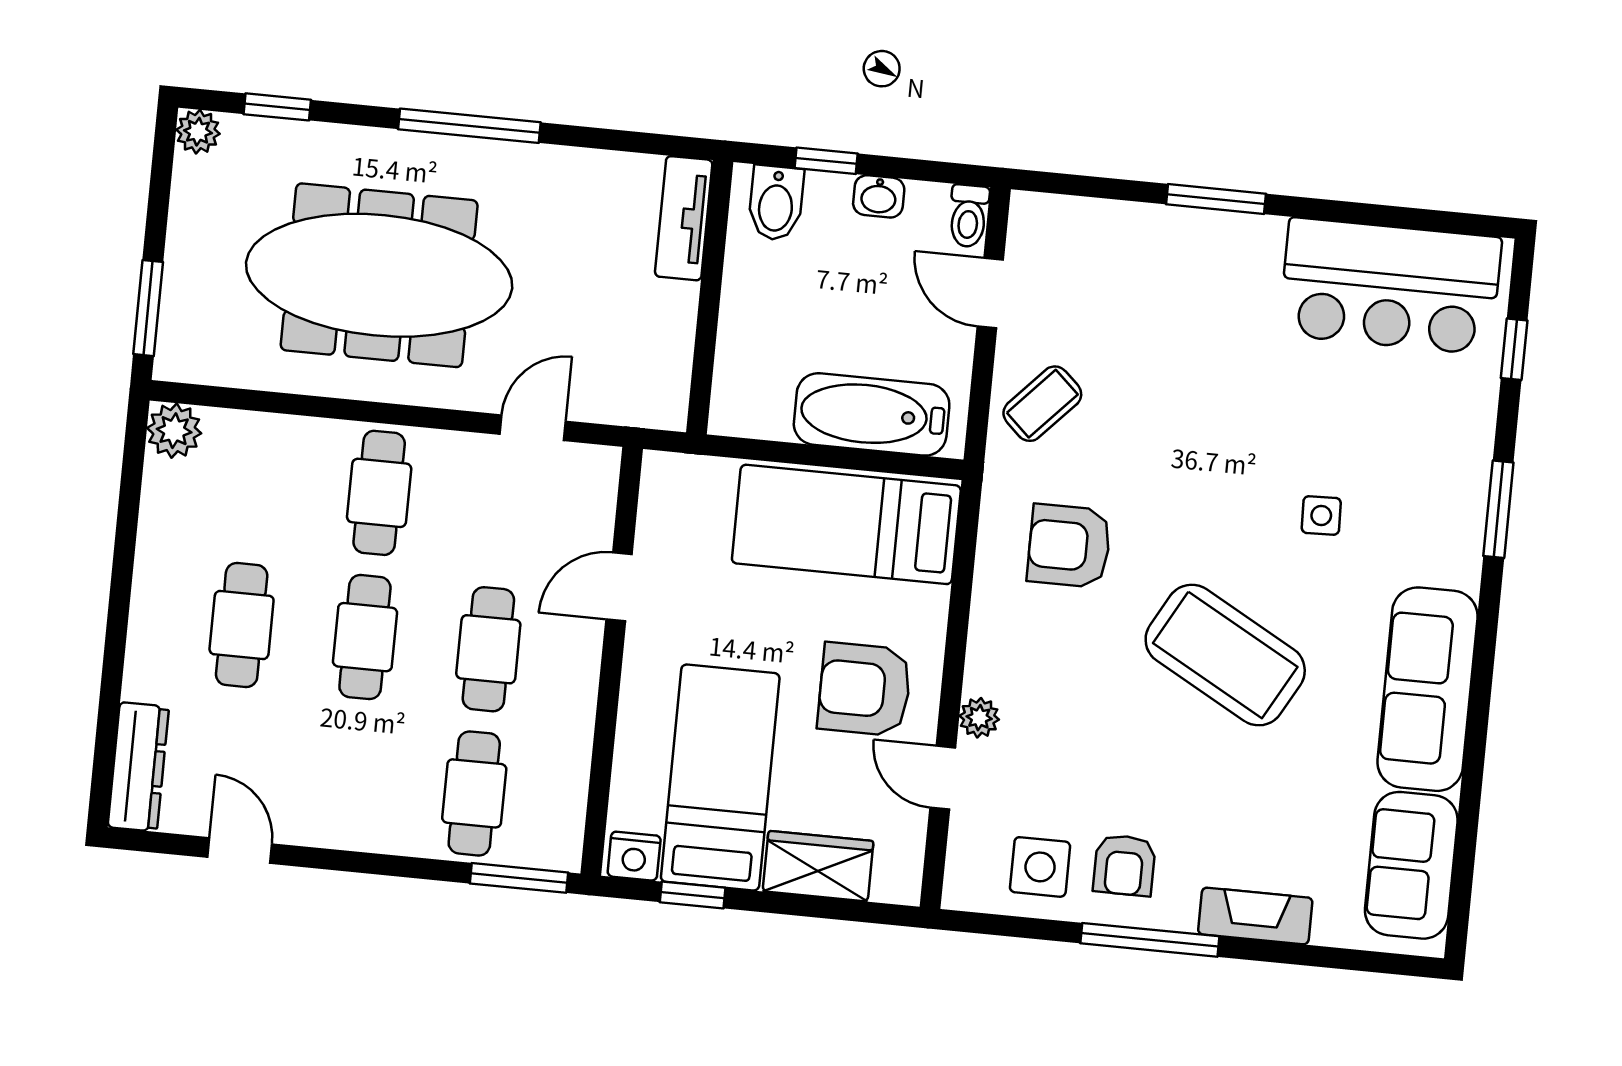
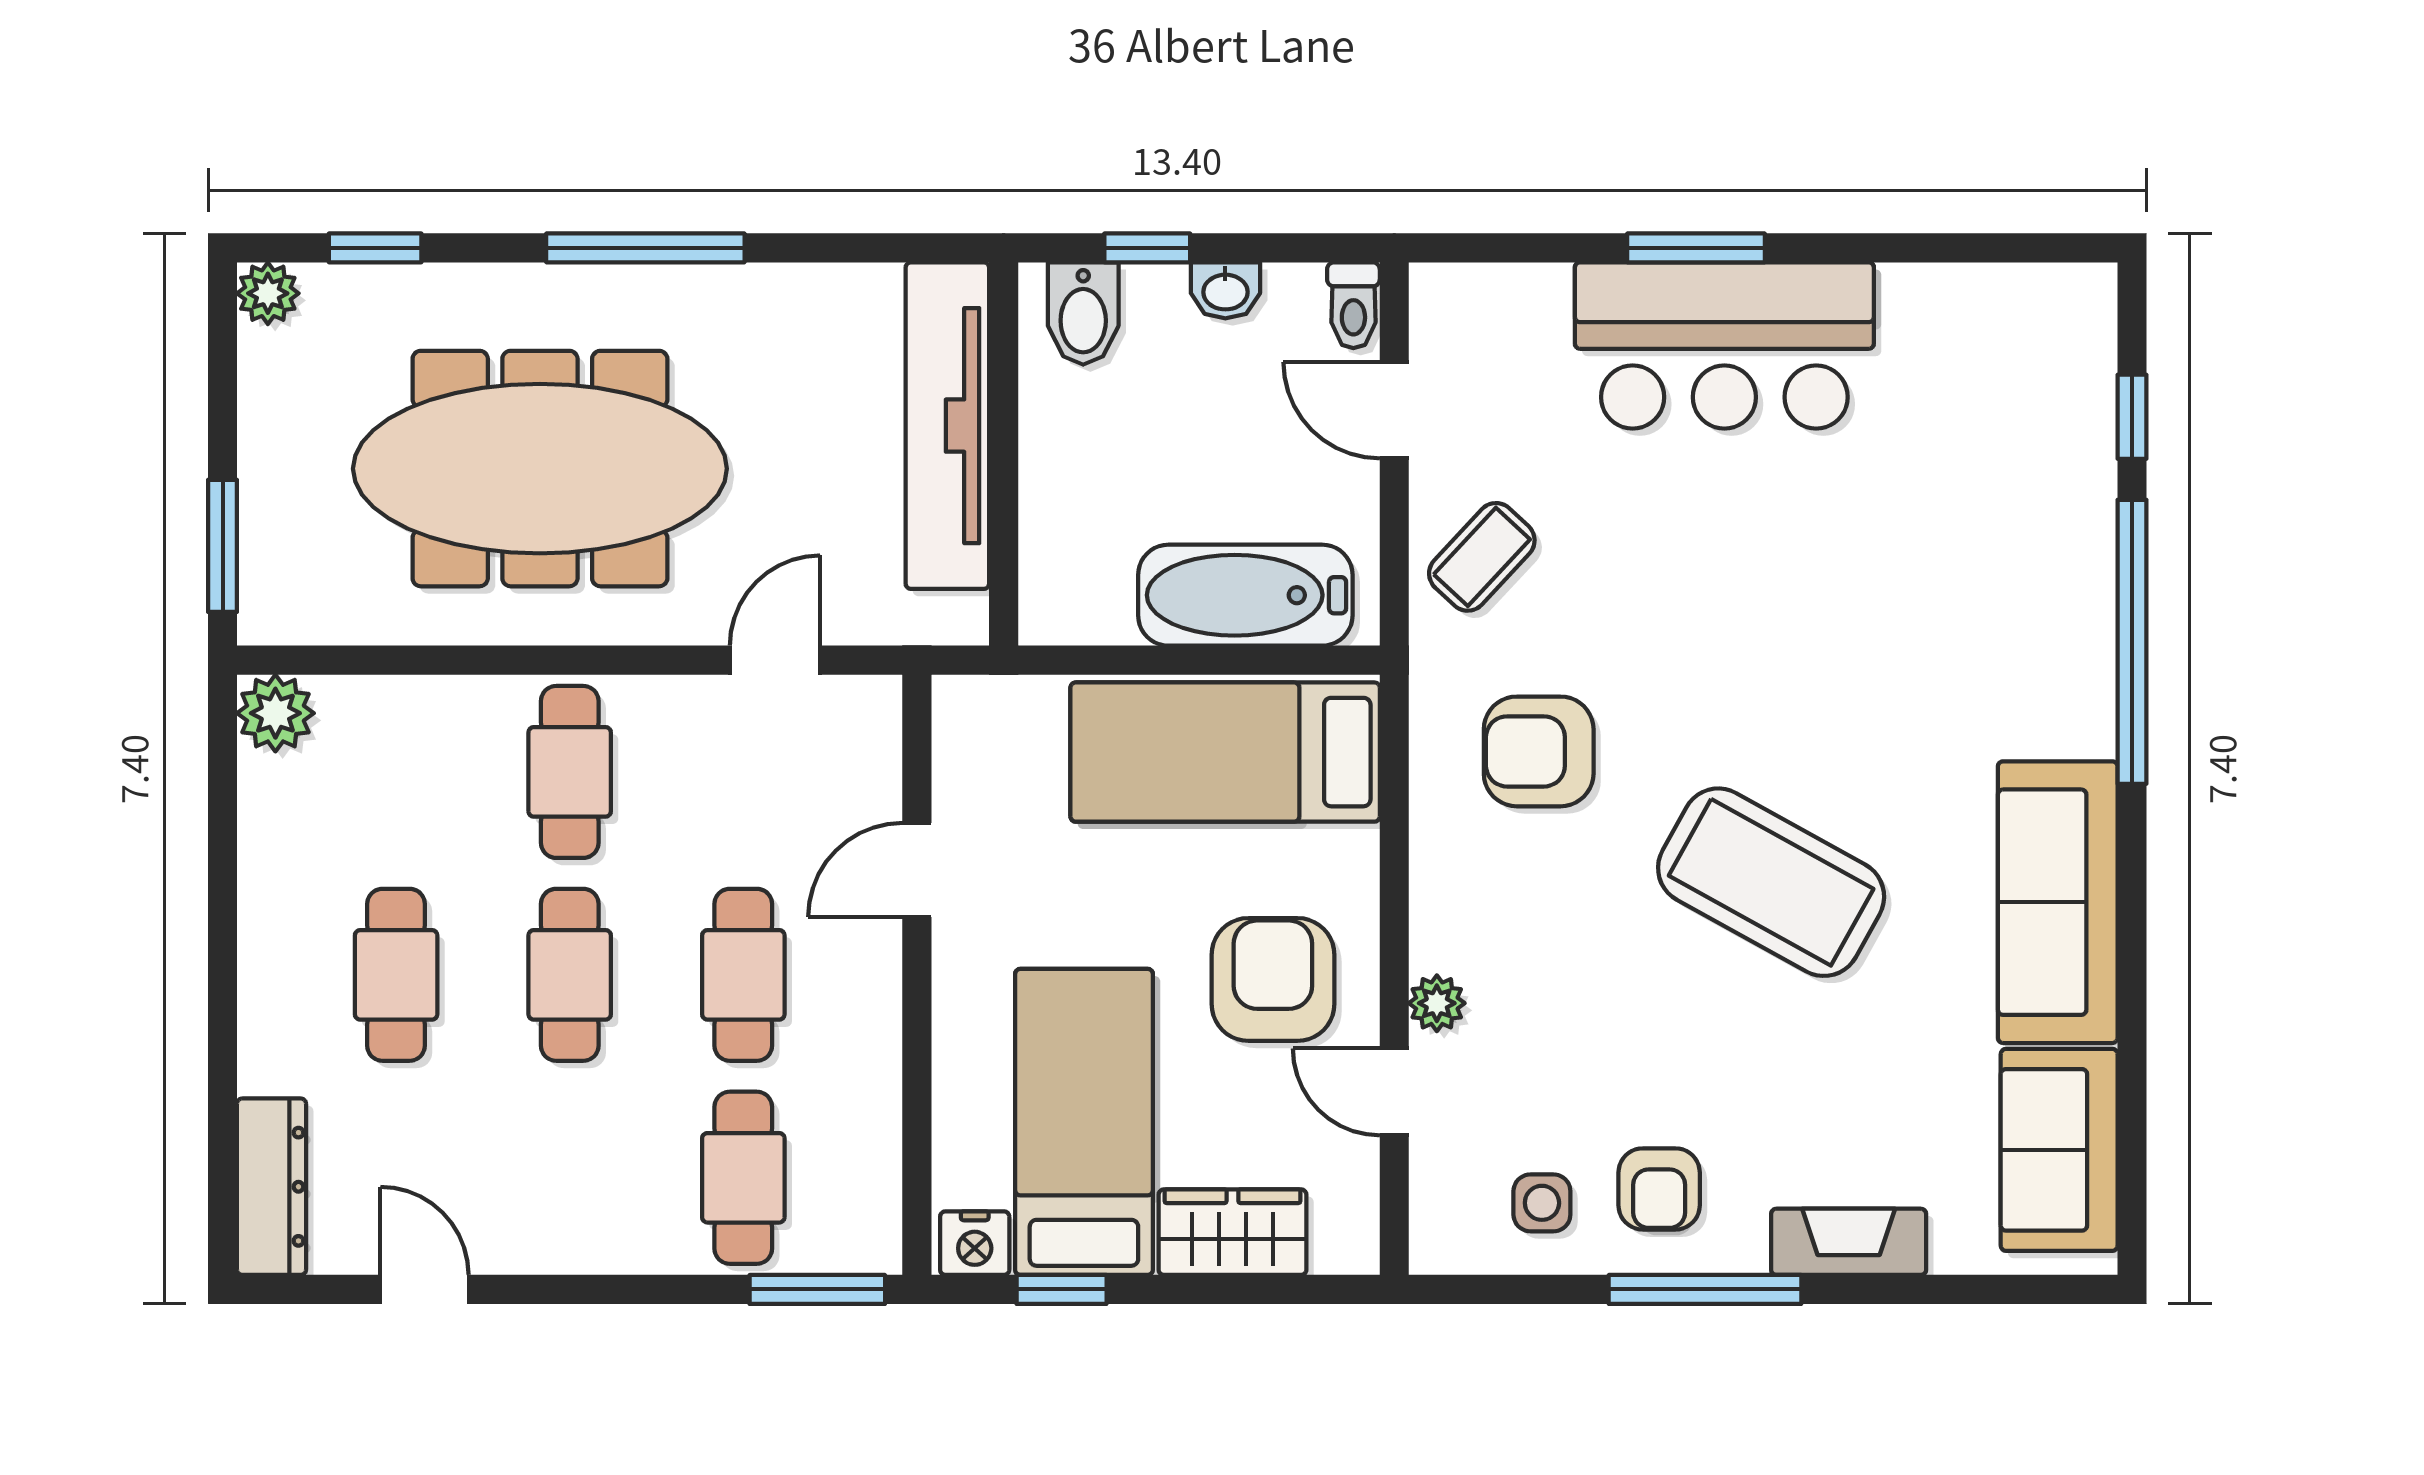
tv unit: (684, 218) -> (947, 426), width x1.92, depth x1.29
bar counter: (1390, 286) -> (1724, 345), moved
window: (1498, 509) -> (2132, 642), width x2.11
side table: (1321, 515) -> (1886, 675), removed
armchair: (864, 689) -> (1273, 979), turned 90
side table: (1040, 867) -> (1542, 1203), width x0.73, depth x0.73

